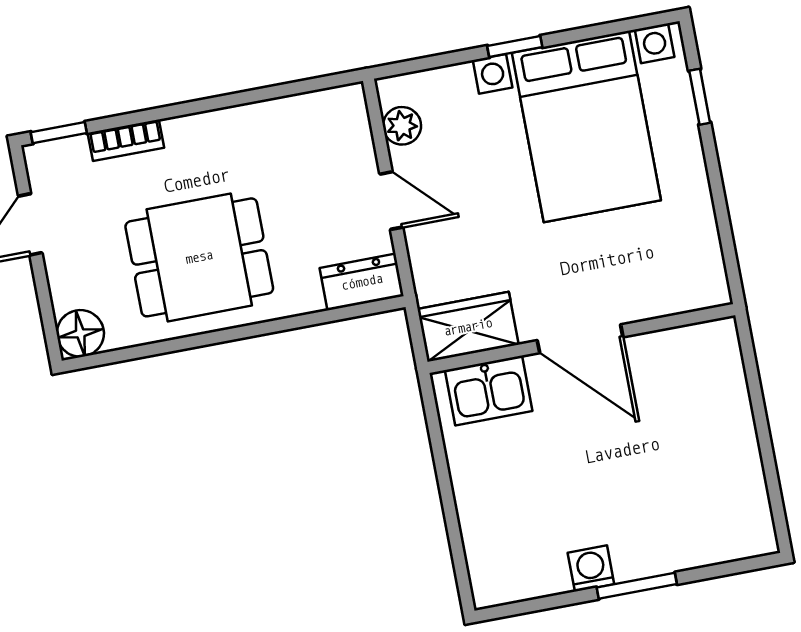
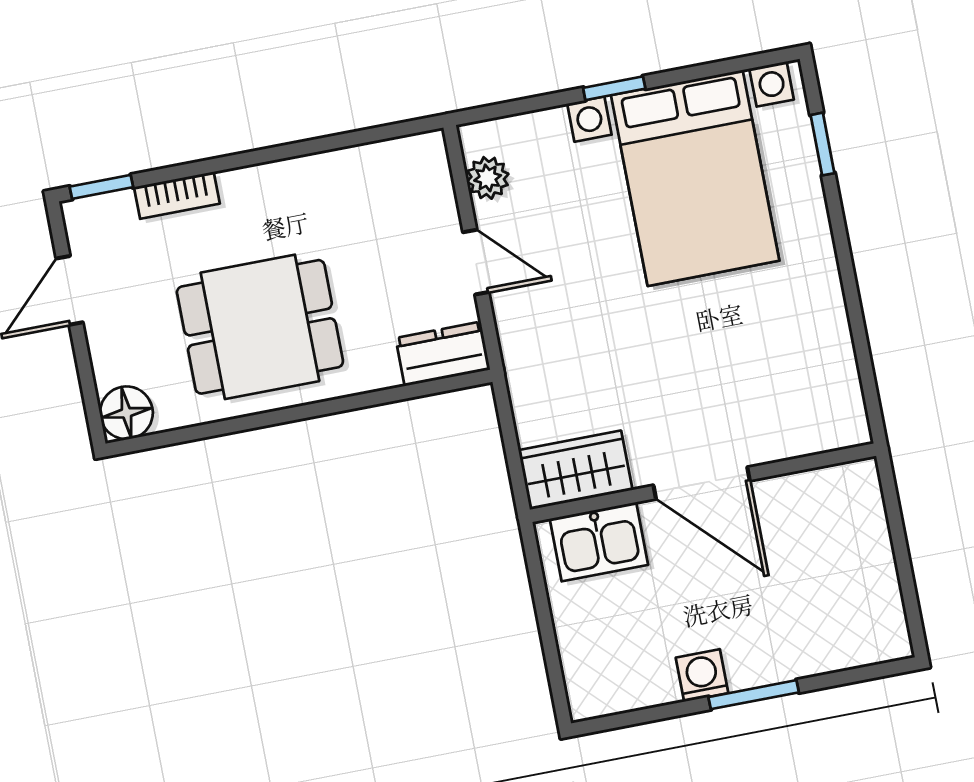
wardrobe: (468, 327) -> (575, 470), moved
door: (580, 339) -> (702, 483), moved
wall: (581, 339) -> (703, 483), moved
kitchen sink: (489, 391) -> (599, 542), moved

